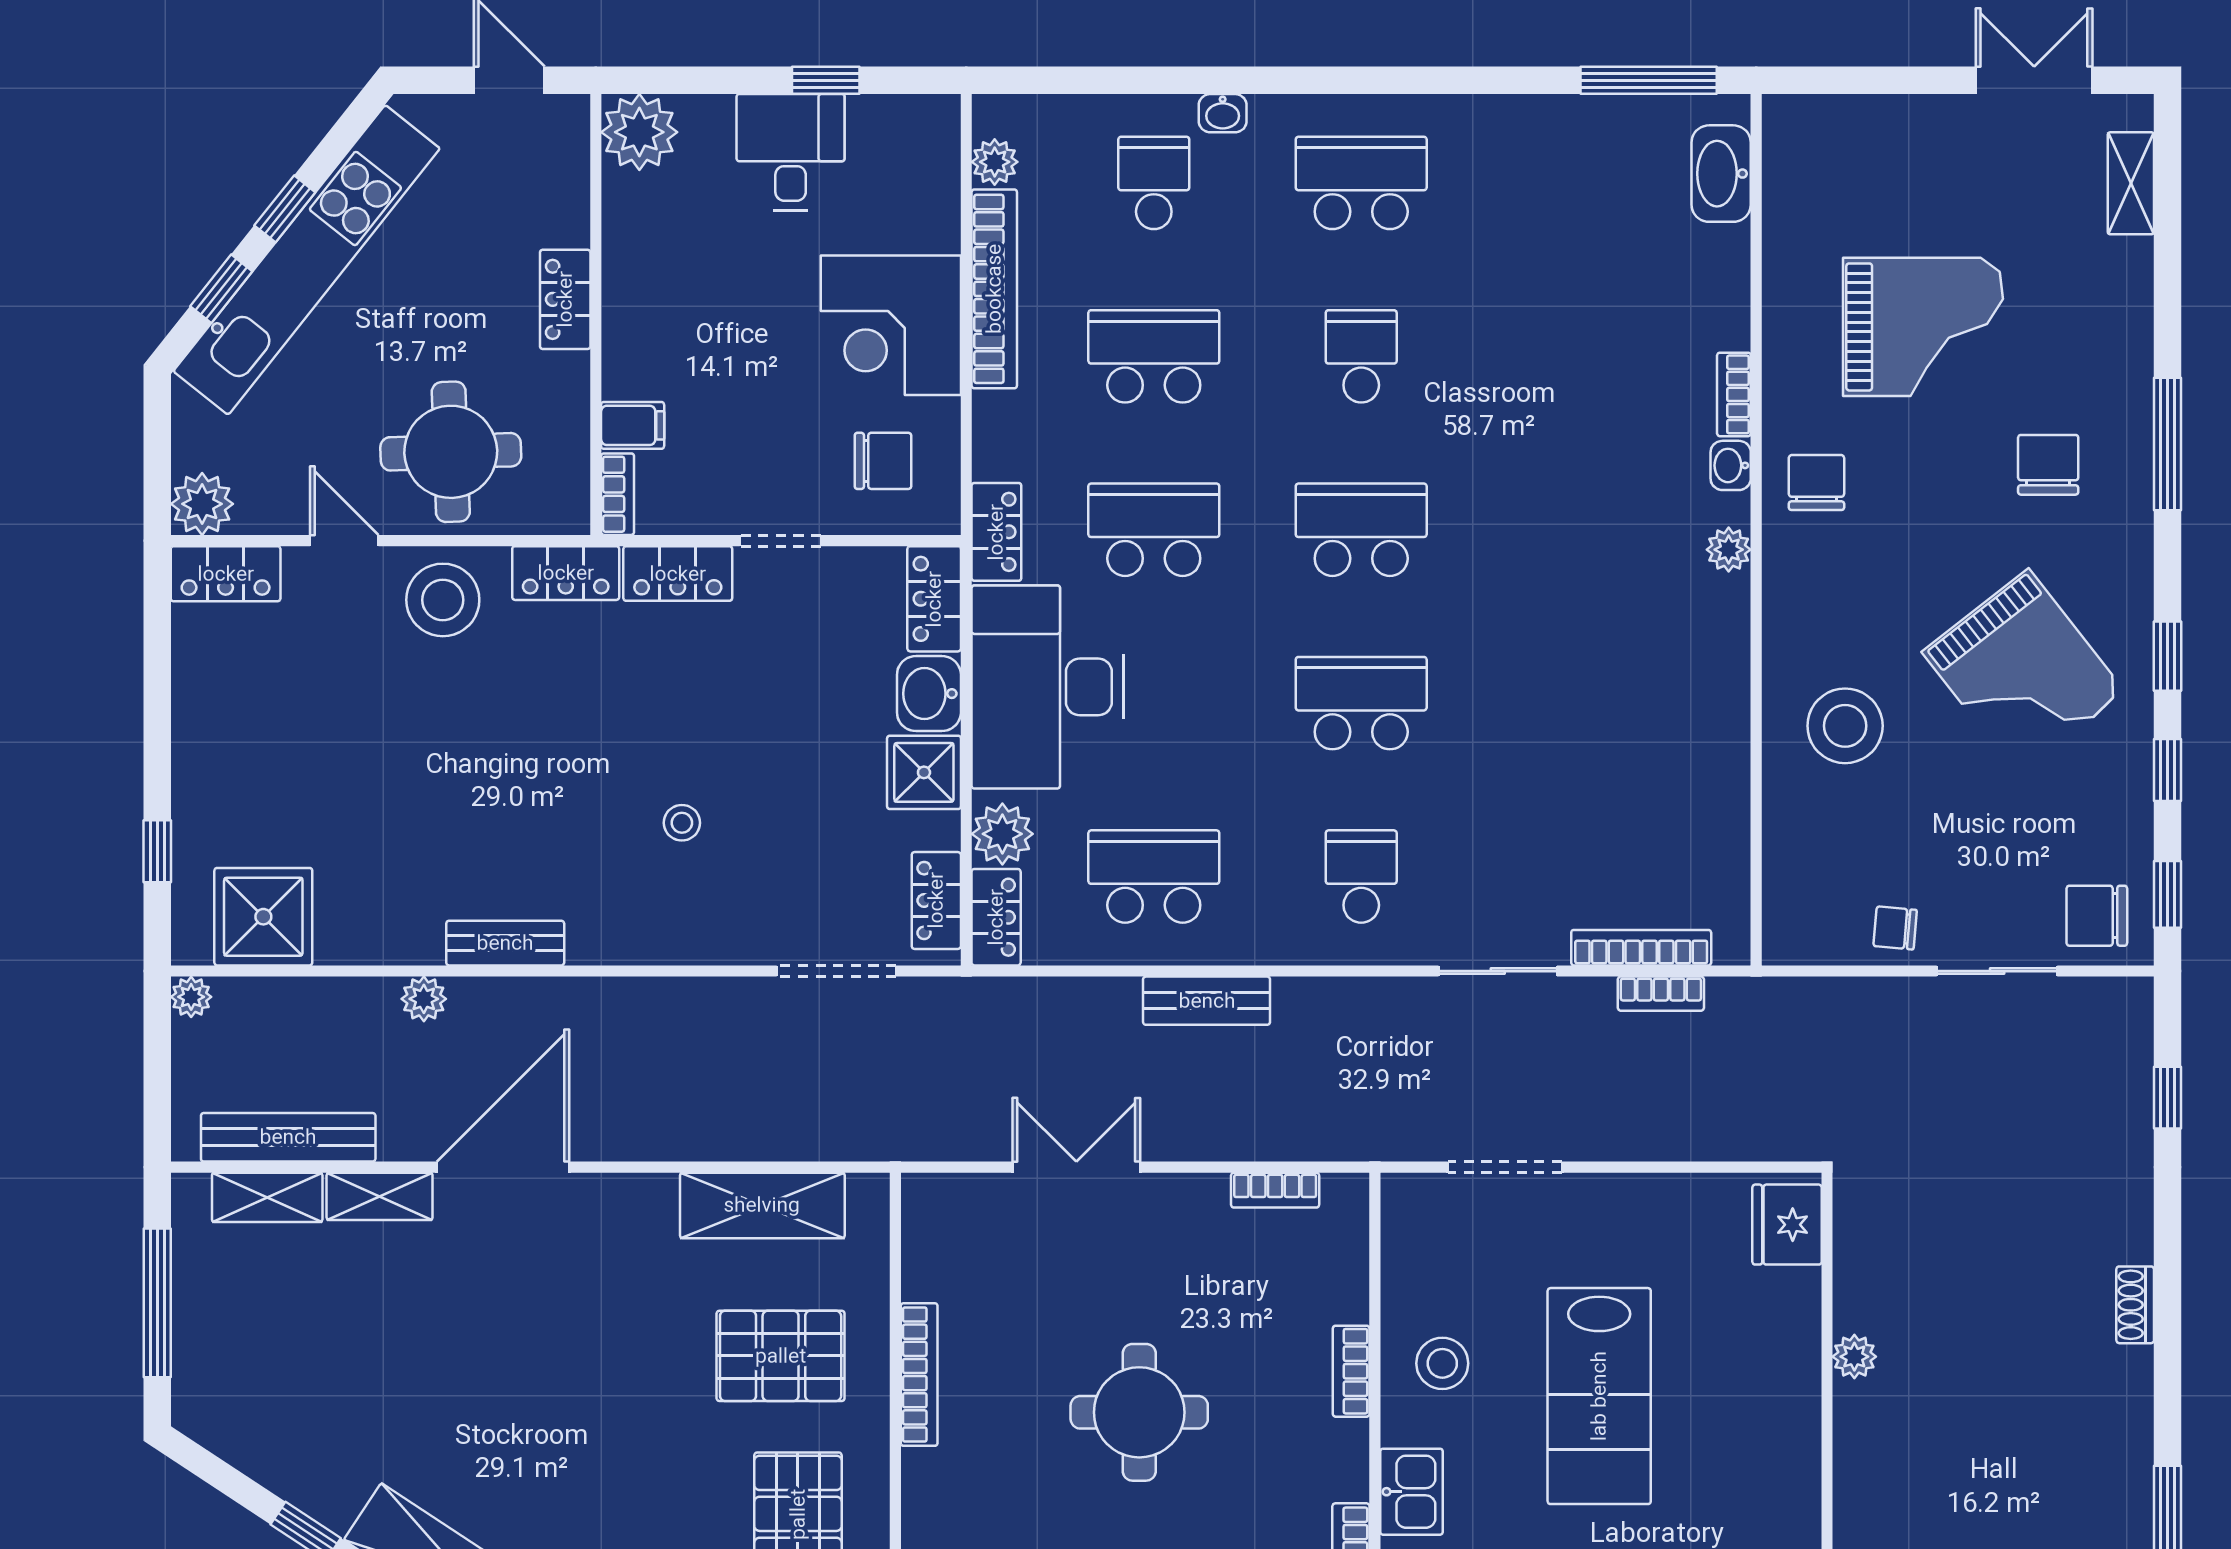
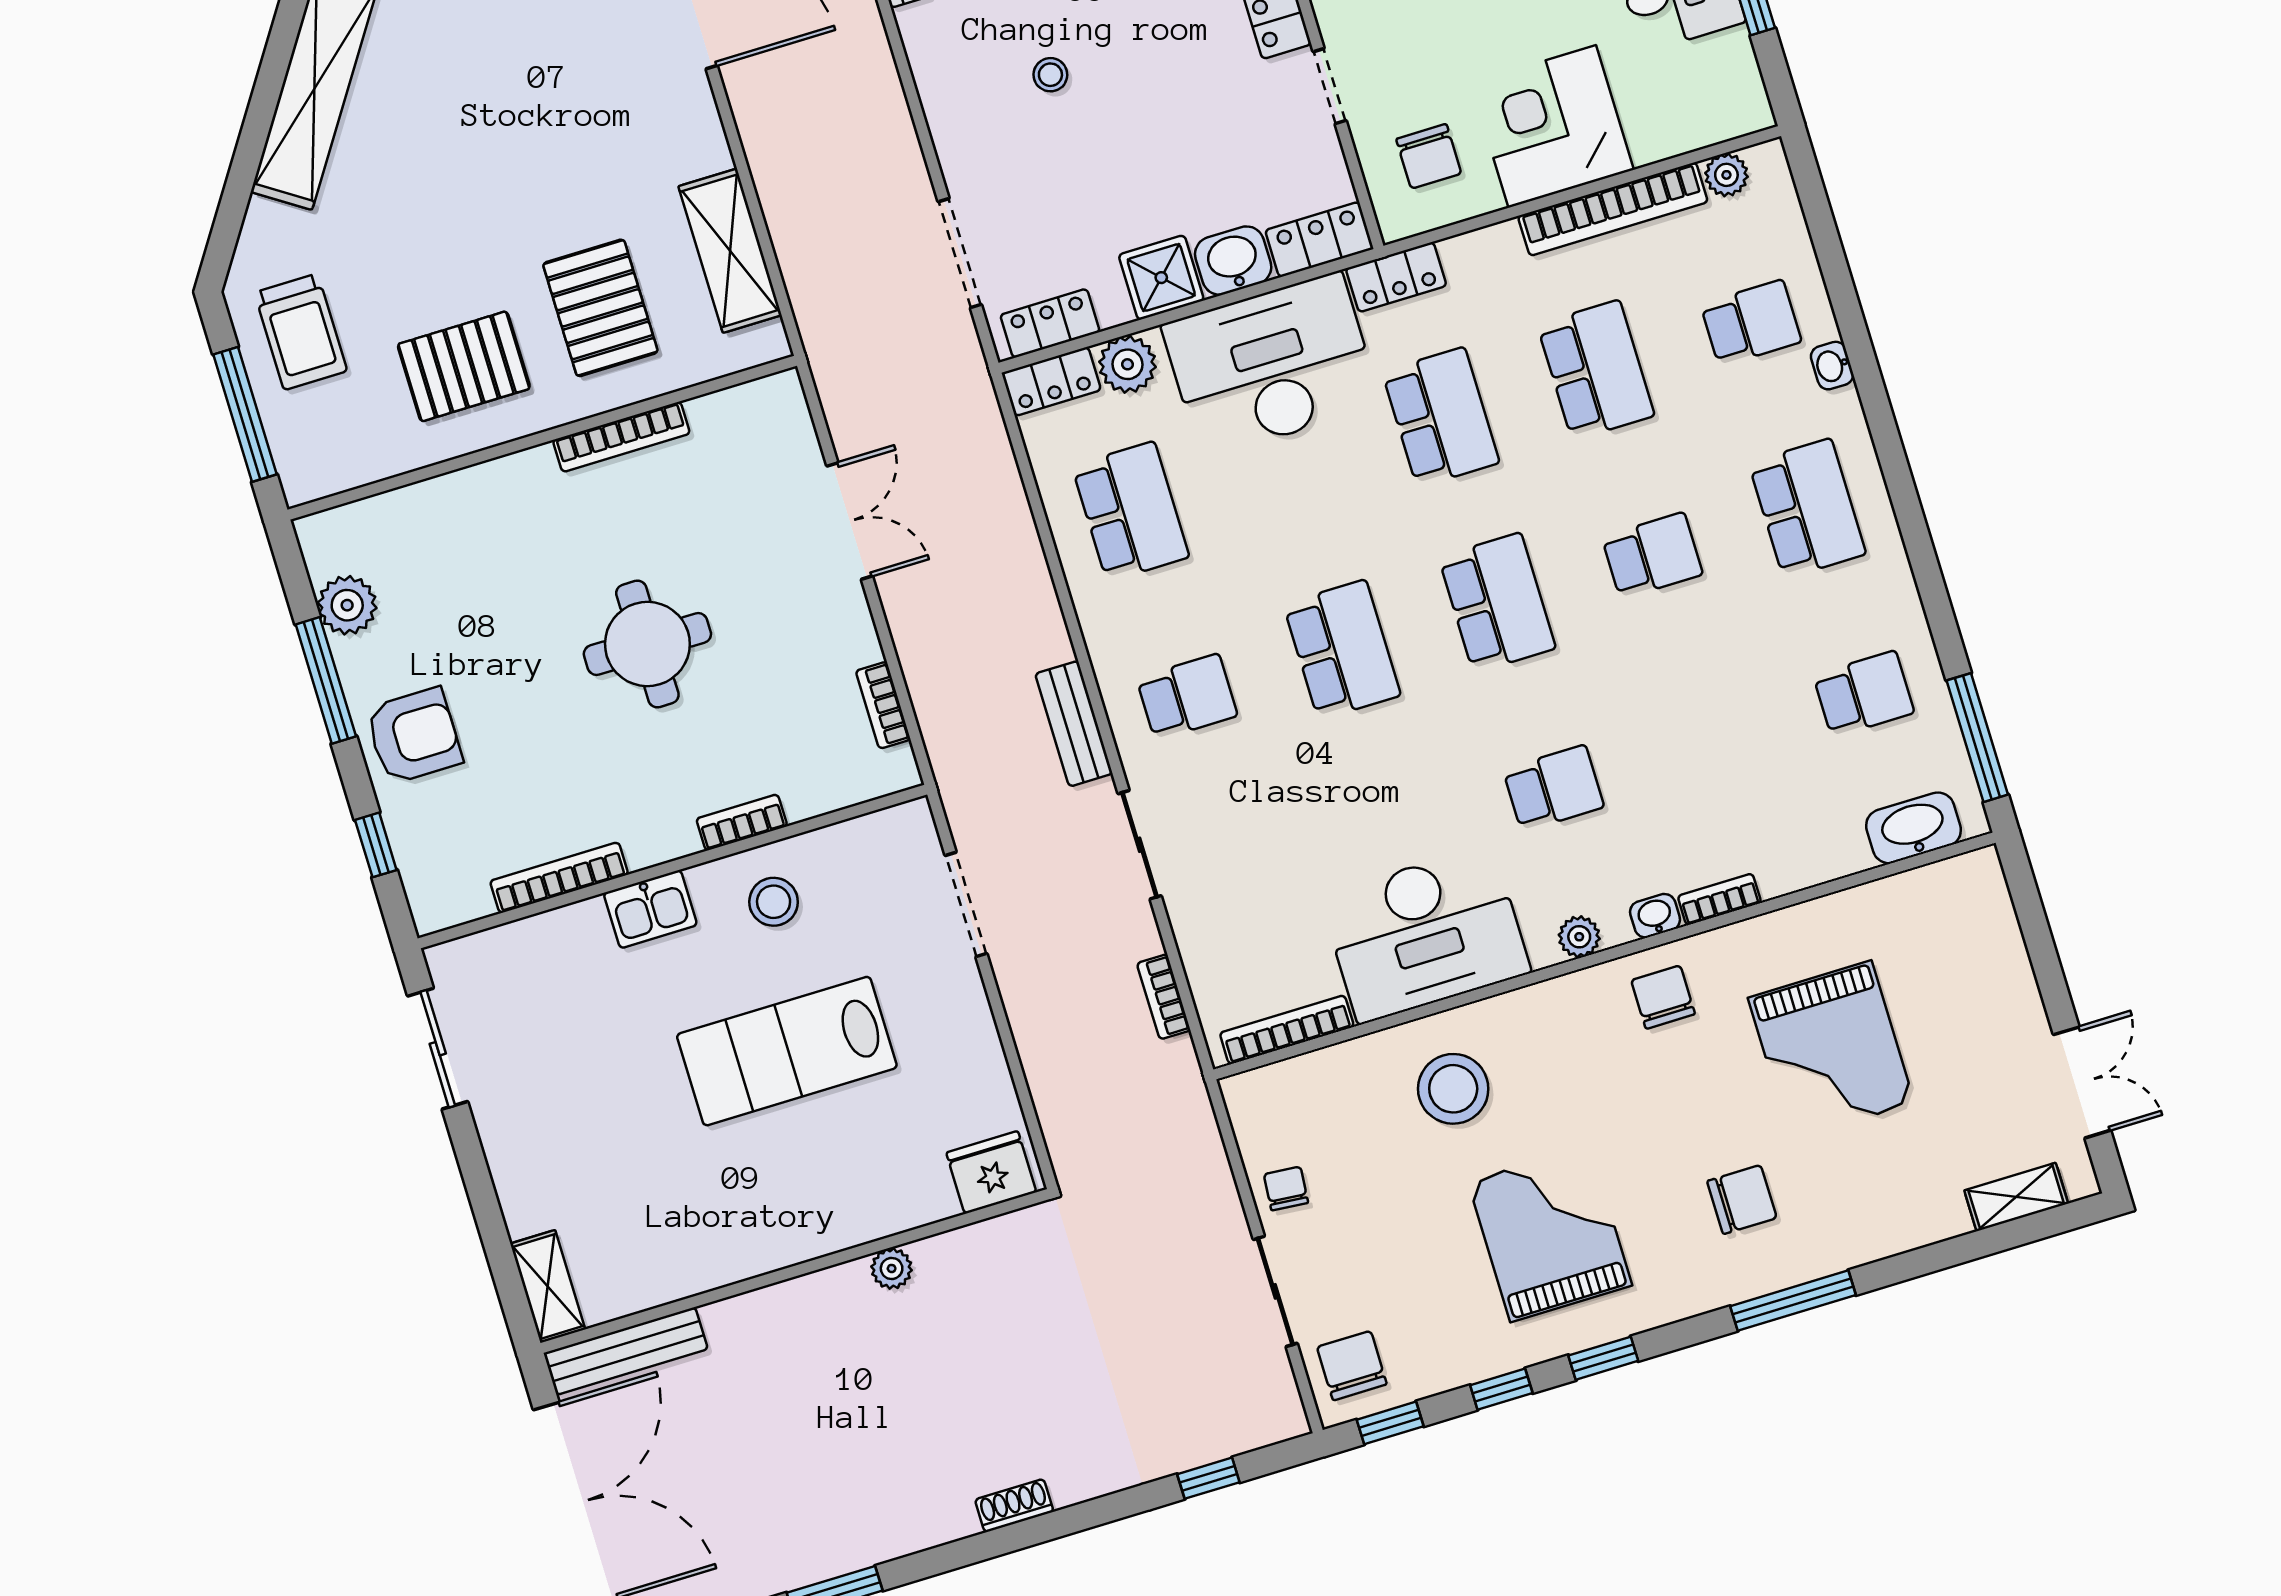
school desk: (1569, 183) -> (1864, 694), added
chair: (1816, 483) -> (1663, 997), turned -90
school desk: (1569, 530) -> (1553, 788), added
grand piano: (2023, 672) -> (1550, 1234), turned 128
desk: (1678, 706) -> (1425, 934), added
bookcase: (1641, 948) -> (1287, 1030), moved, turned -90
bench: (1207, 1001) -> (1074, 724), moved

